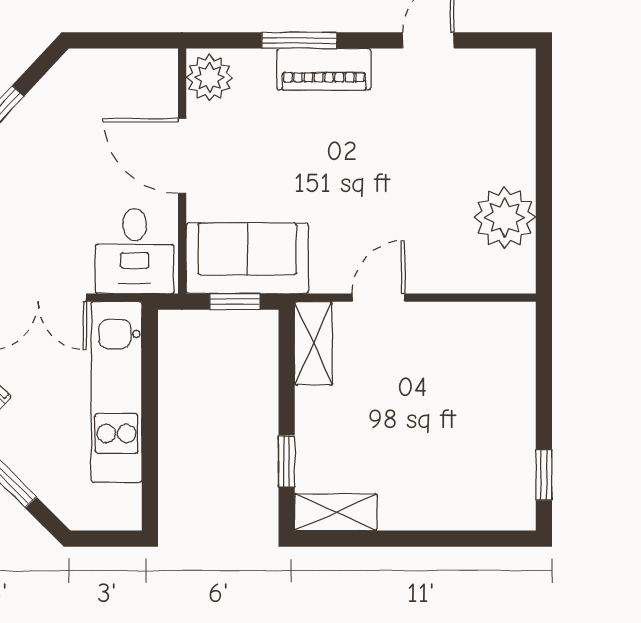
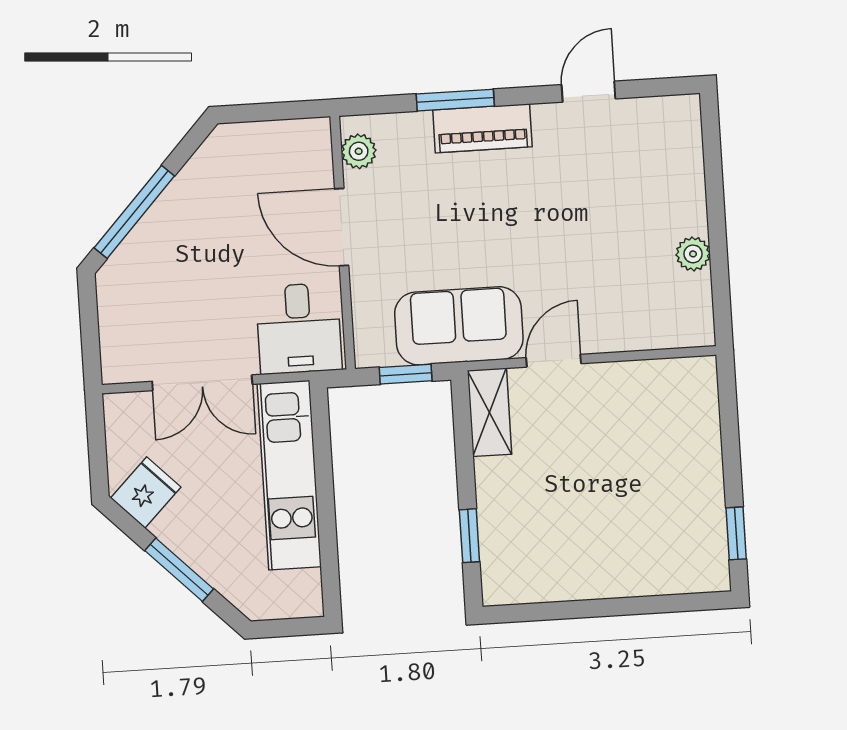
plant: (209, 78) -> (359, 151), width x0.73, depth x0.73
plant: (505, 218) -> (693, 254), width x0.53, depth x0.53
sofa: (247, 258) -> (459, 326), moved
shelving: (336, 512) -> (524, 585), removed

